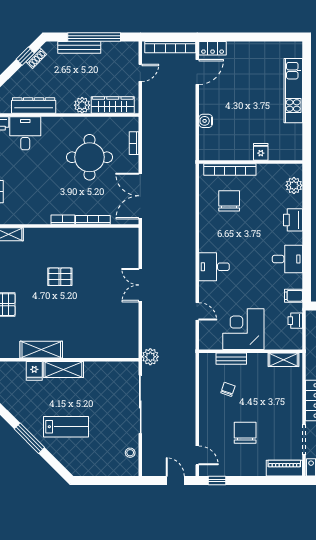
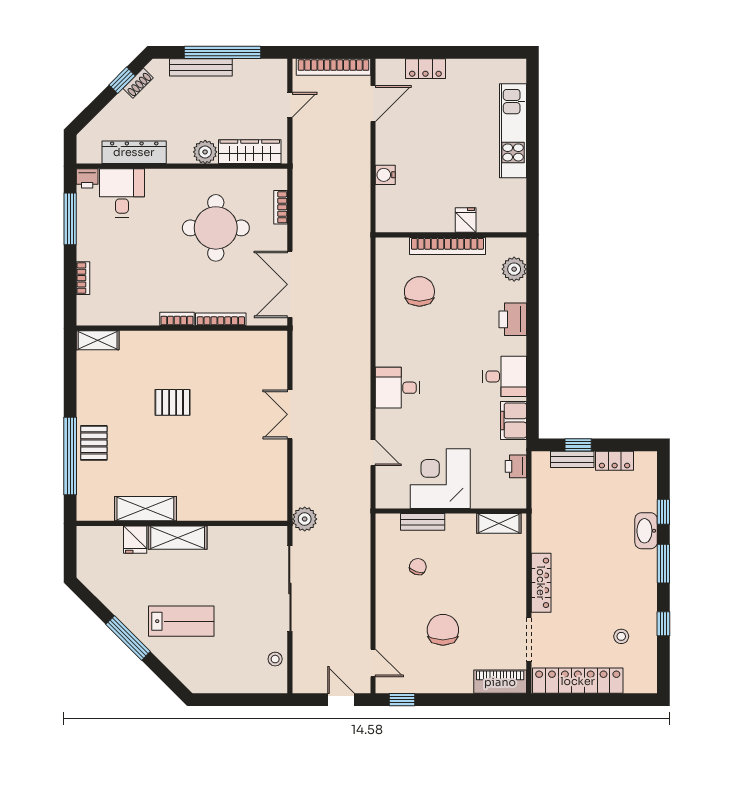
locker: (213, 48) -> (425, 69), moved
bookcase: (230, 170) -> (448, 246), moved
filing cabinet: (293, 296) -> (514, 420), width x2.00

